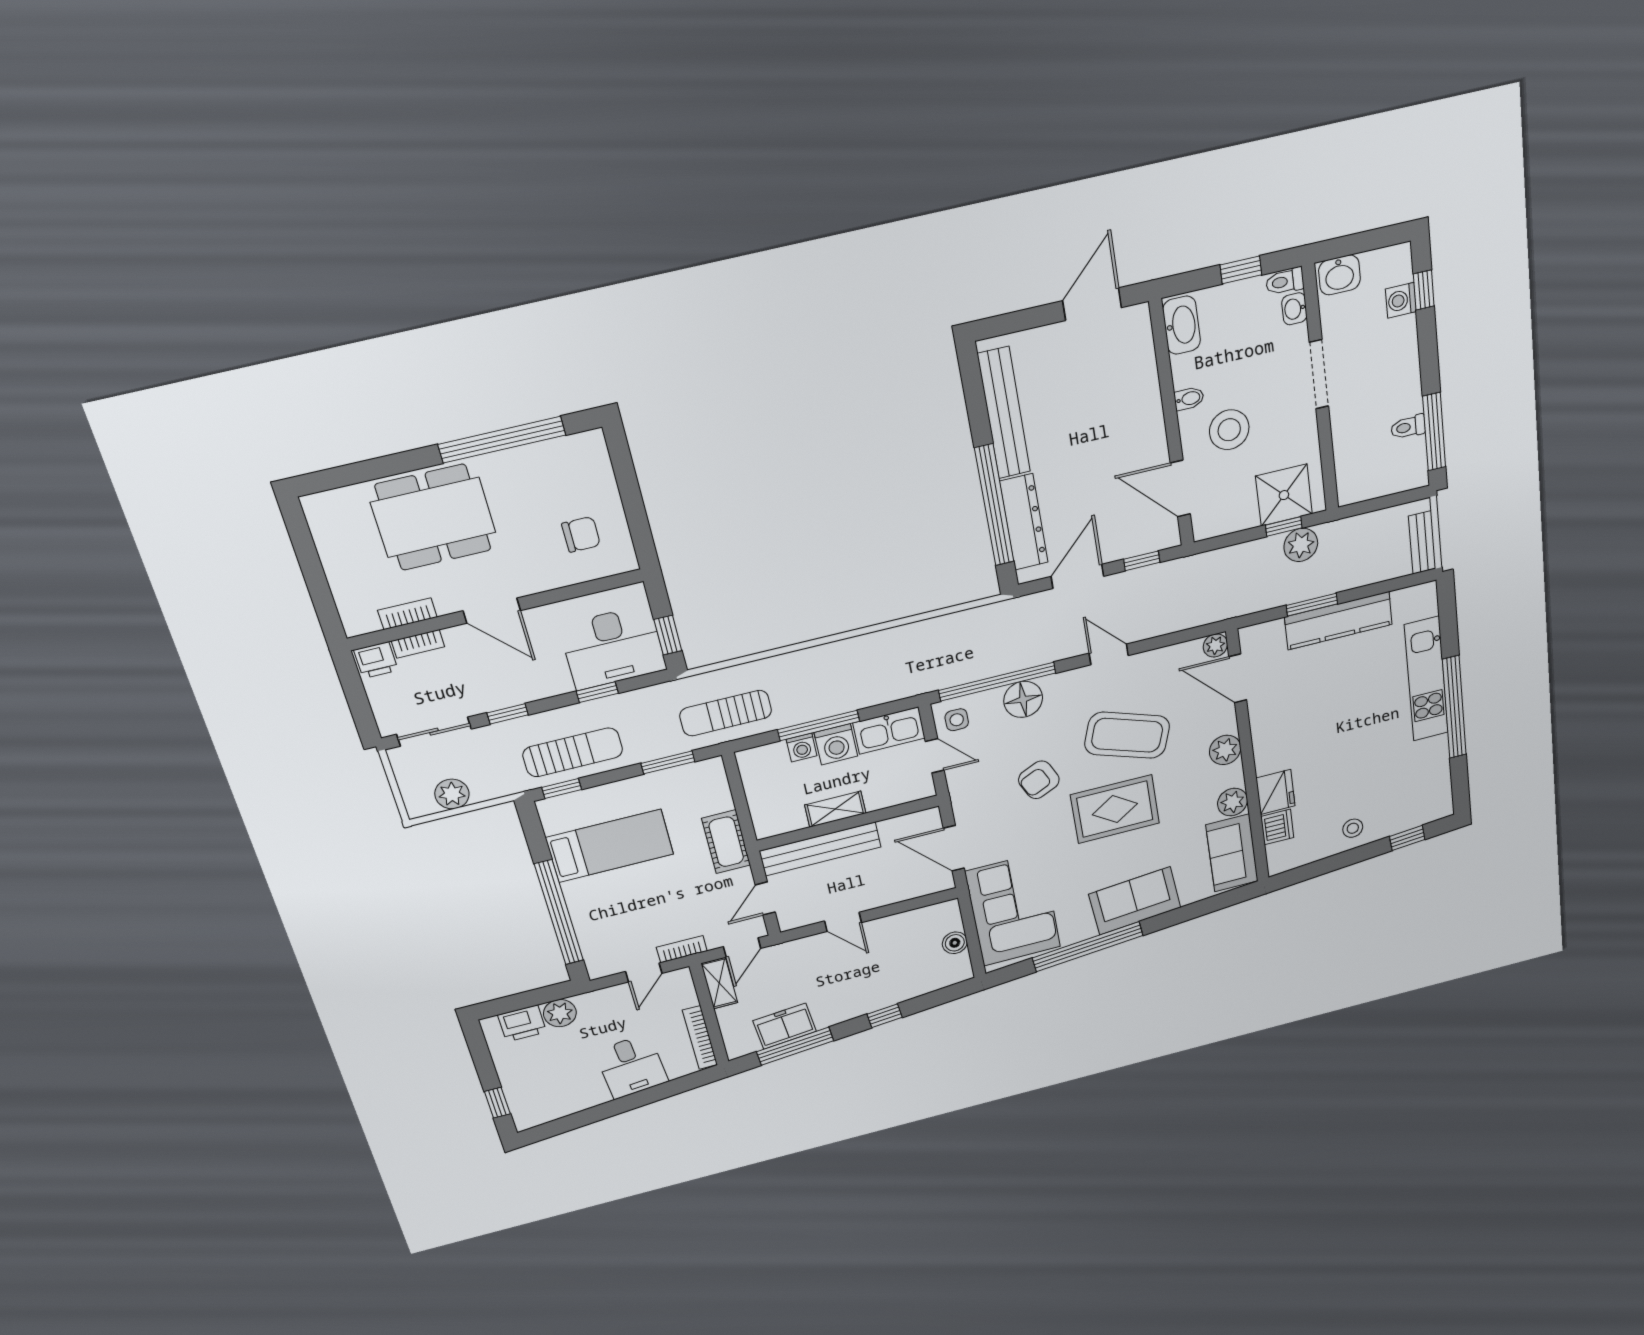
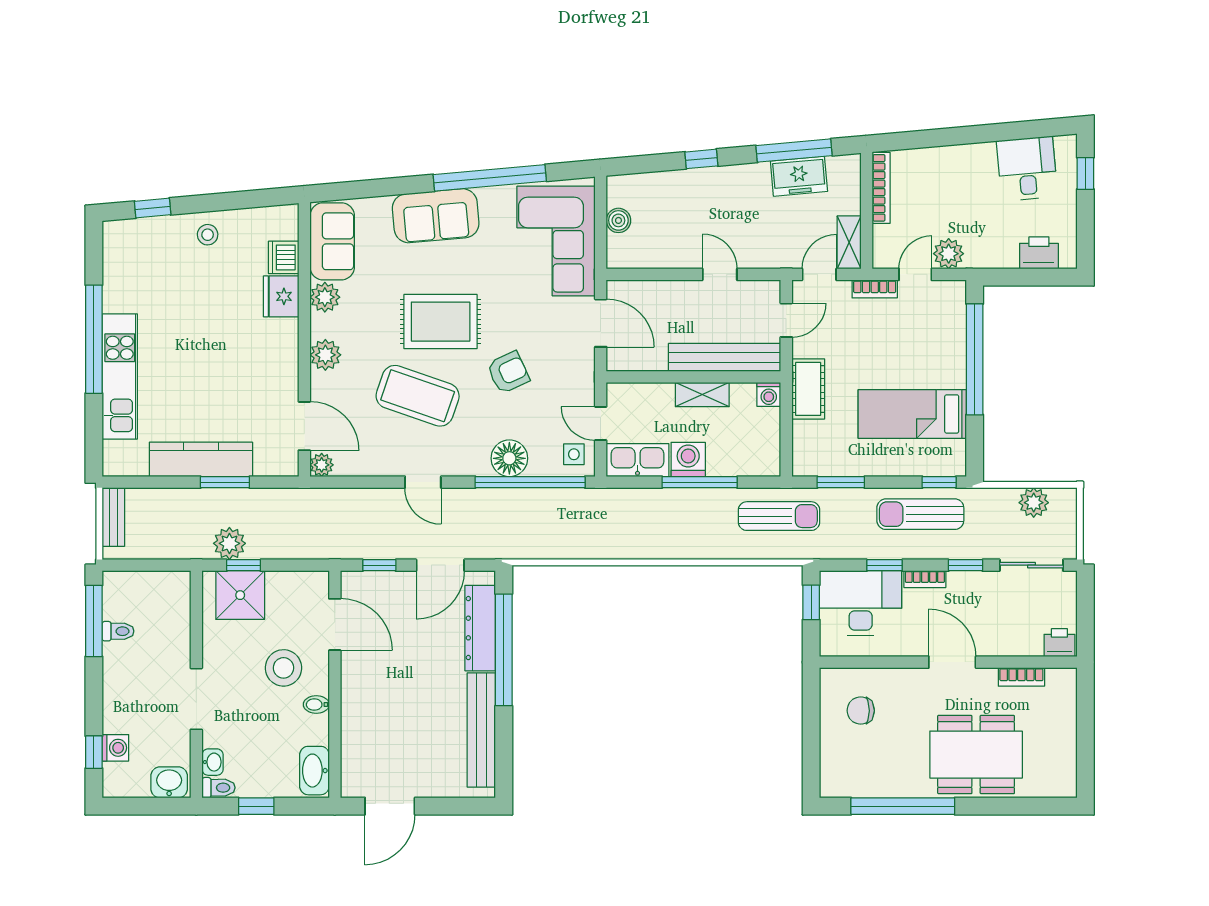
bookcase: (418, 644) -> (925, 579), moved, turned 180
washing machine: (802, 747) -> (769, 394), moved, turned 180
plant: (560, 1013) -> (949, 254), moved
desk: (631, 1066) -> (1027, 169), moved

